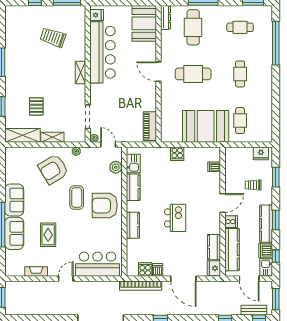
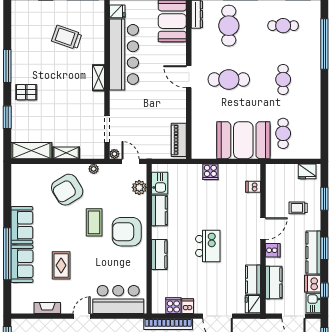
pallet: (36, 107) -> (26, 92), moved, turned 90
kitchen counter: (232, 250) -> (274, 283), width x0.67

